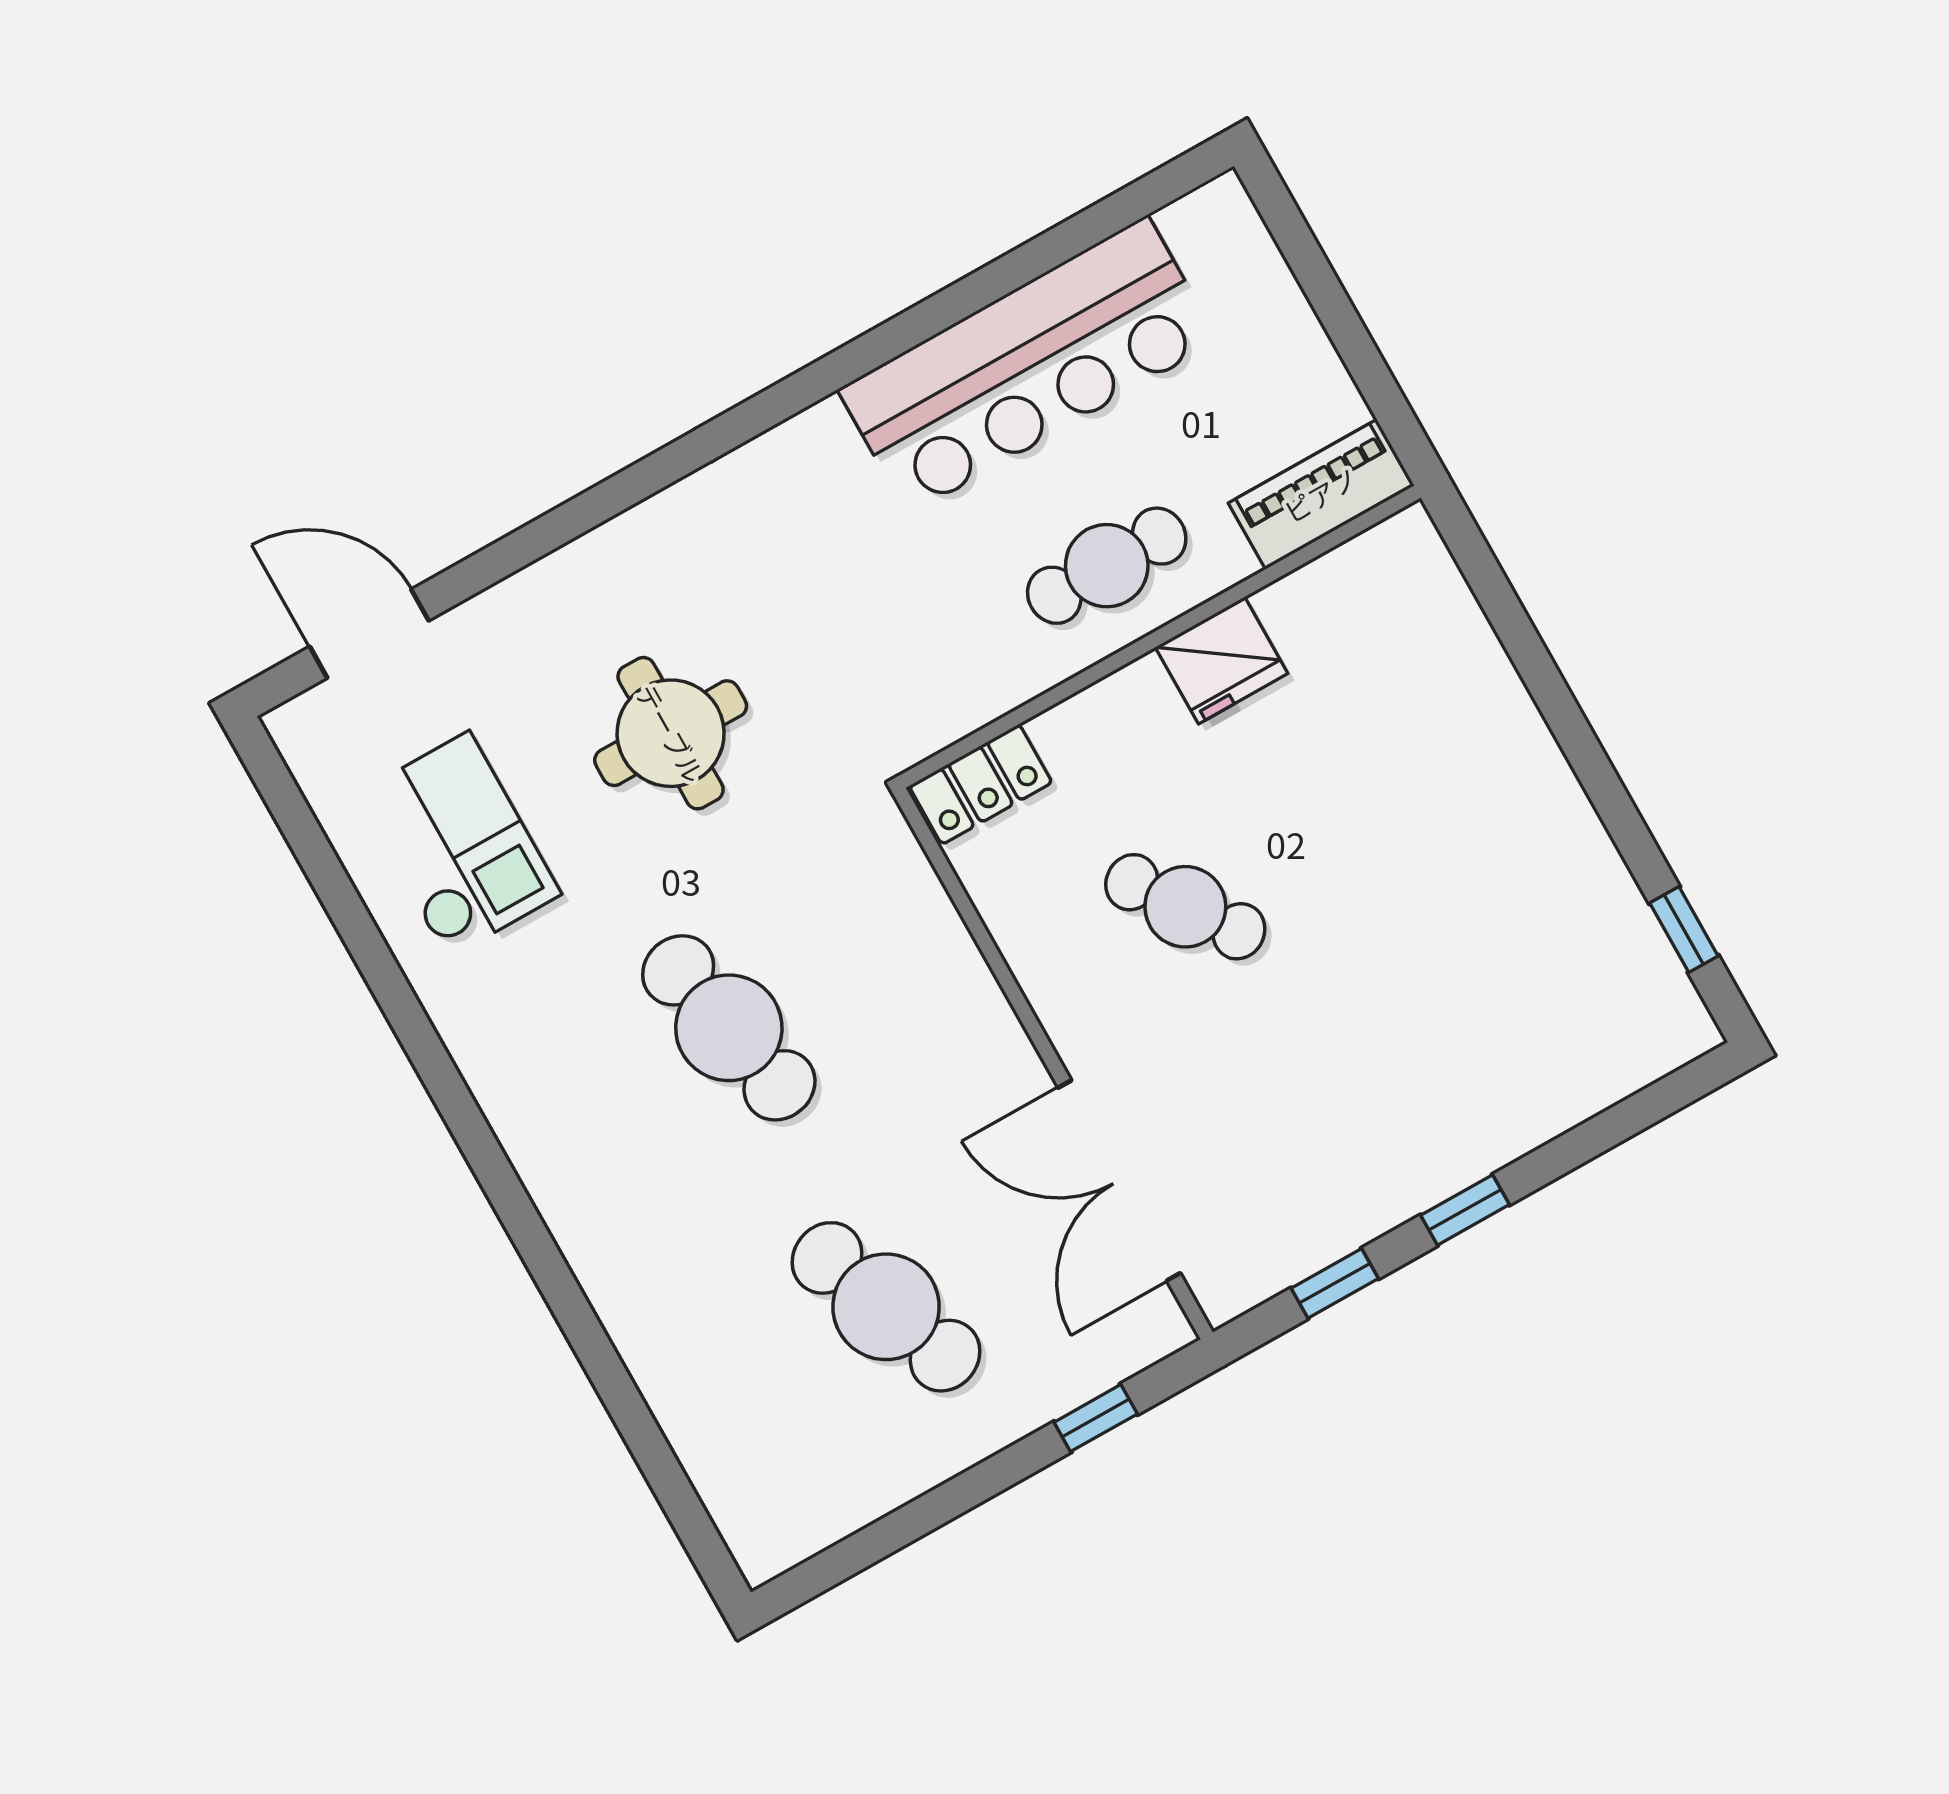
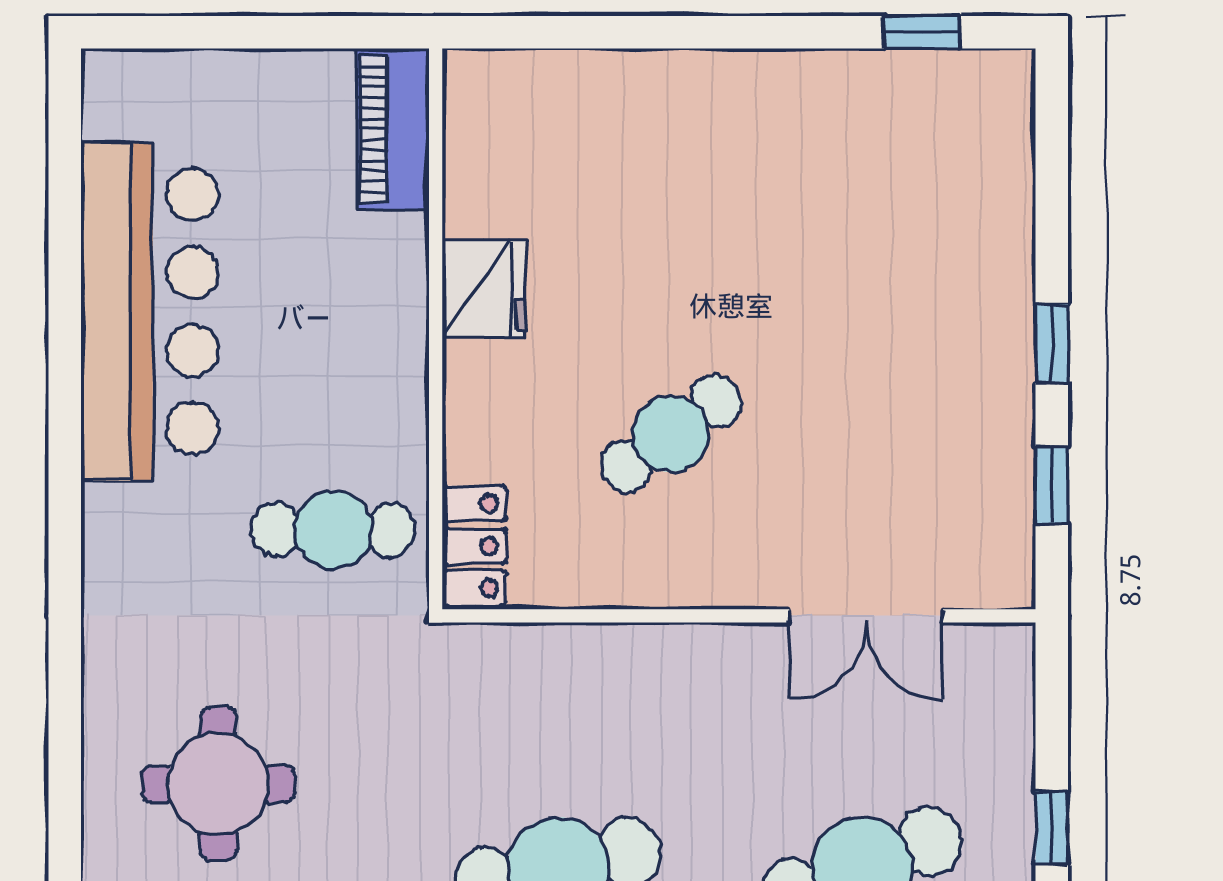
cafe table: (1107, 566) -> (333, 530), moved, turned 90
round table: (671, 733) -> (218, 784), moved
double door: (1119, 1180) -> (866, 616), width x0.73
window: (1096, 1418) -> (1052, 828), moved

